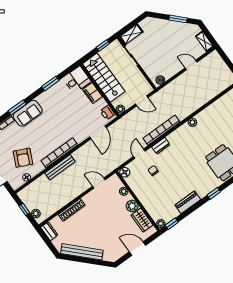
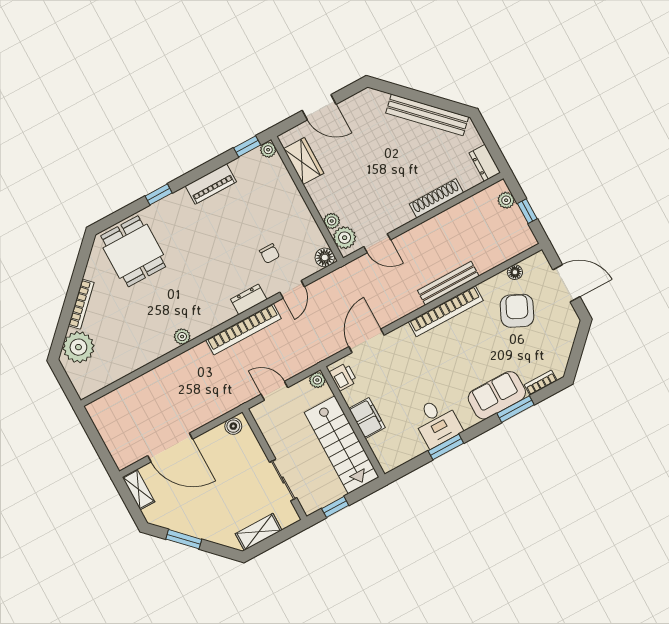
shelving: (131, 34) -> (259, 532), moved
door: (191, 65) -> (170, 447), width x1.87
desk: (77, 80) -> (437, 422), moved, turned -90
plant: (132, 206) -> (345, 238), moved

